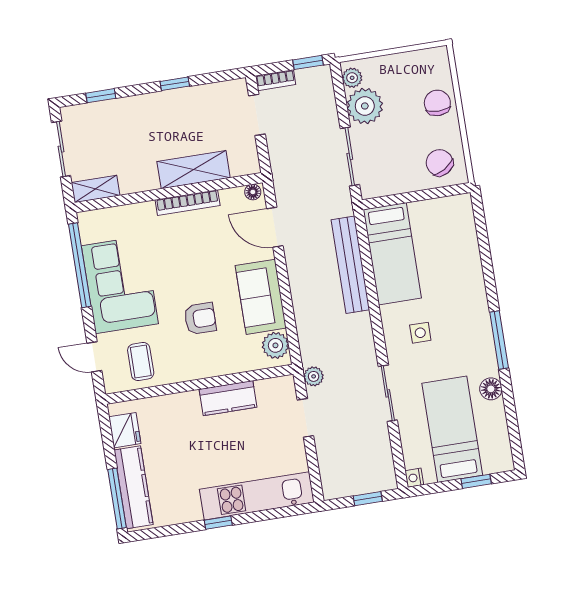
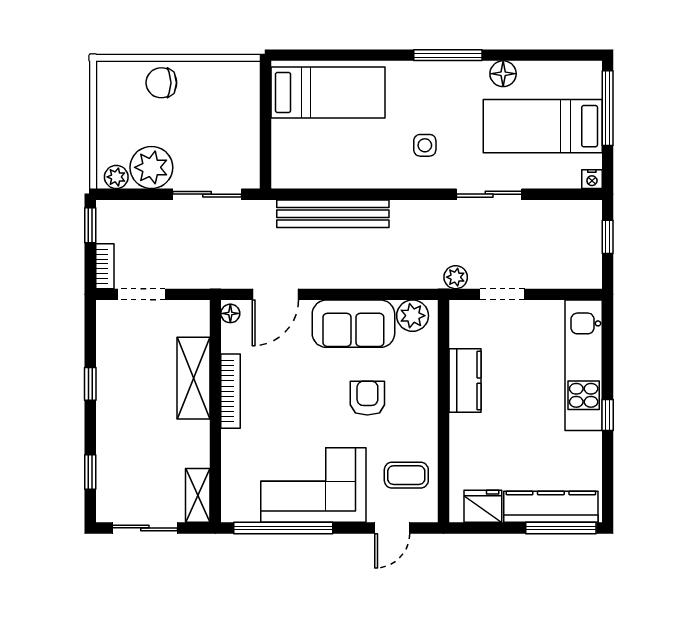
chair: (440, 163) -> (231, 91), removed
bed: (392, 254) -> (328, 92), moved
window: (476, 481) -> (608, 108), width x2.17

